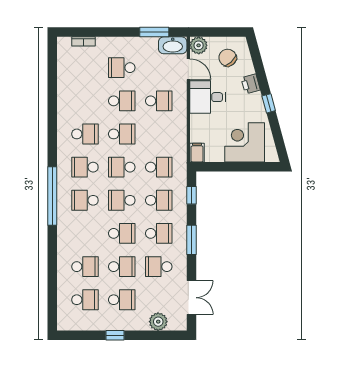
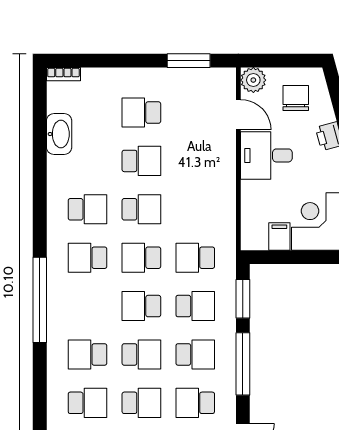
bookcase: (84, 41) -> (63, 74), moved
washbasin: (173, 45) -> (59, 134), moved, turned -90
chair: (228, 58) -> (296, 98), turned 42
school desk: (159, 101) -> (195, 161), removed
filing cabinet: (197, 153) -> (279, 236), moved
school desk: (159, 167) -> (195, 258), turned 180
window: (191, 195) -> (243, 299), width x1.50
school desk: (85, 200) -> (87, 354), moved
window: (191, 240) -> (243, 364), width x1.44

